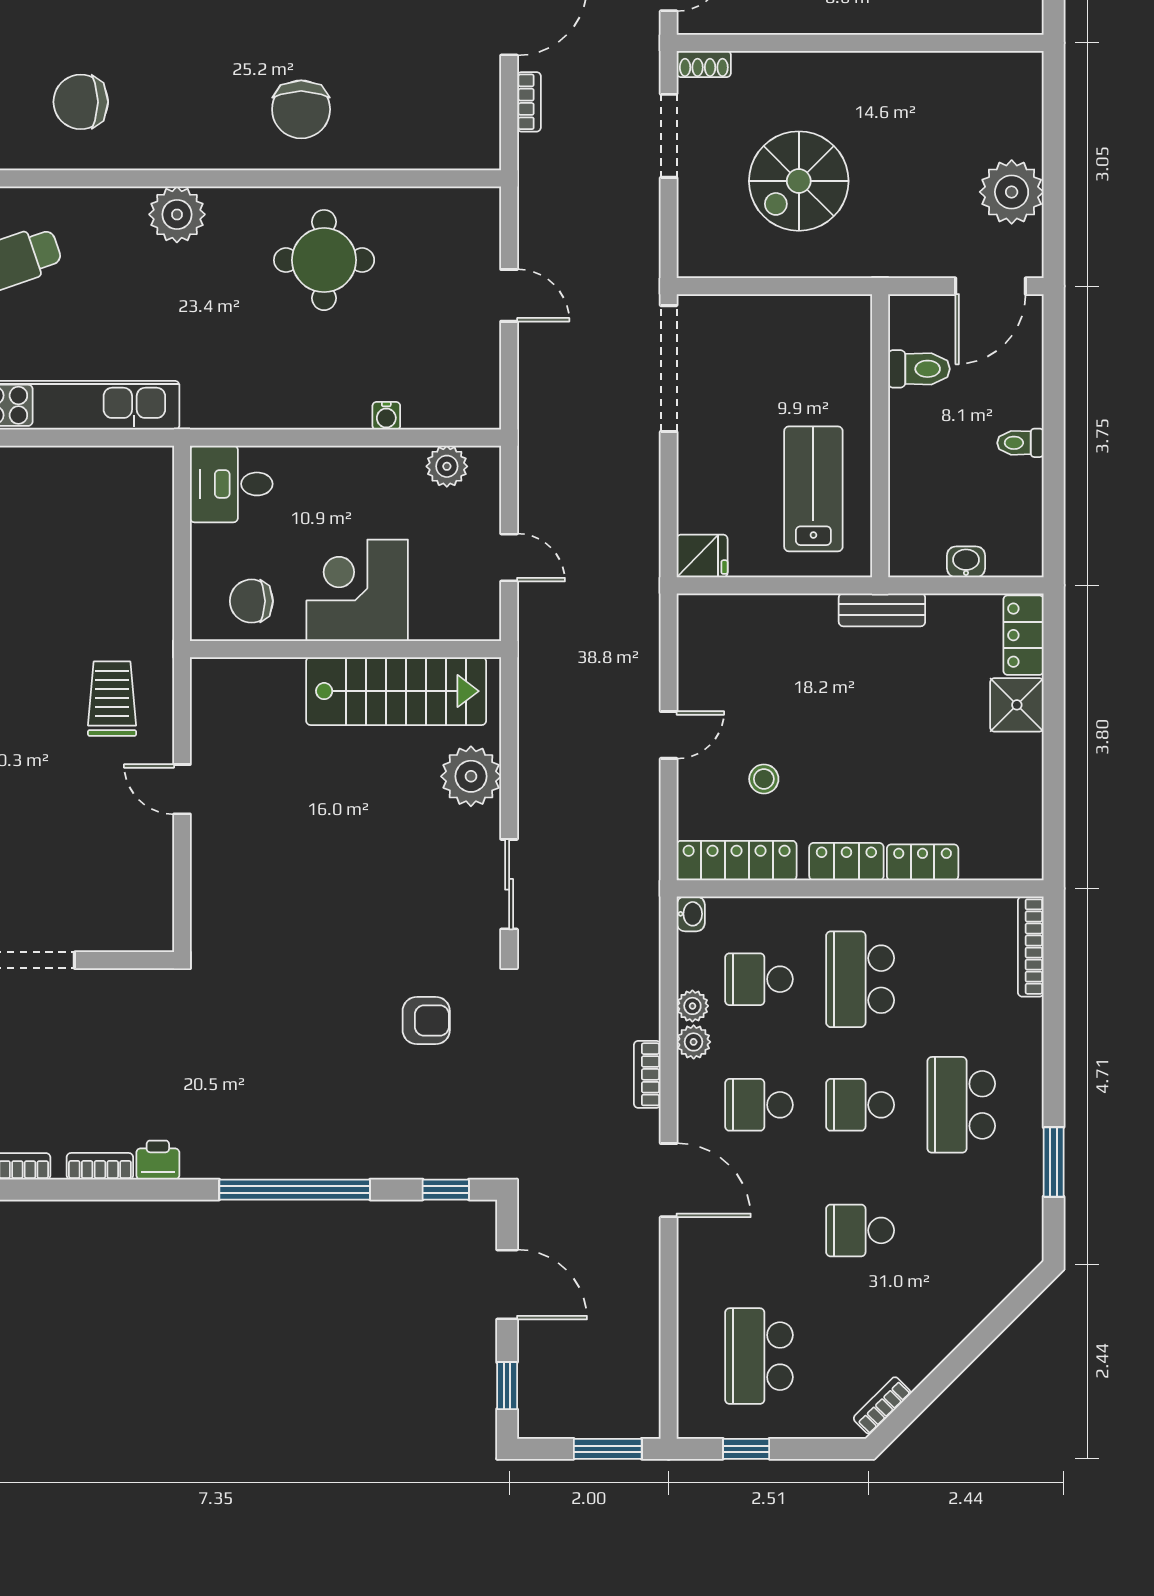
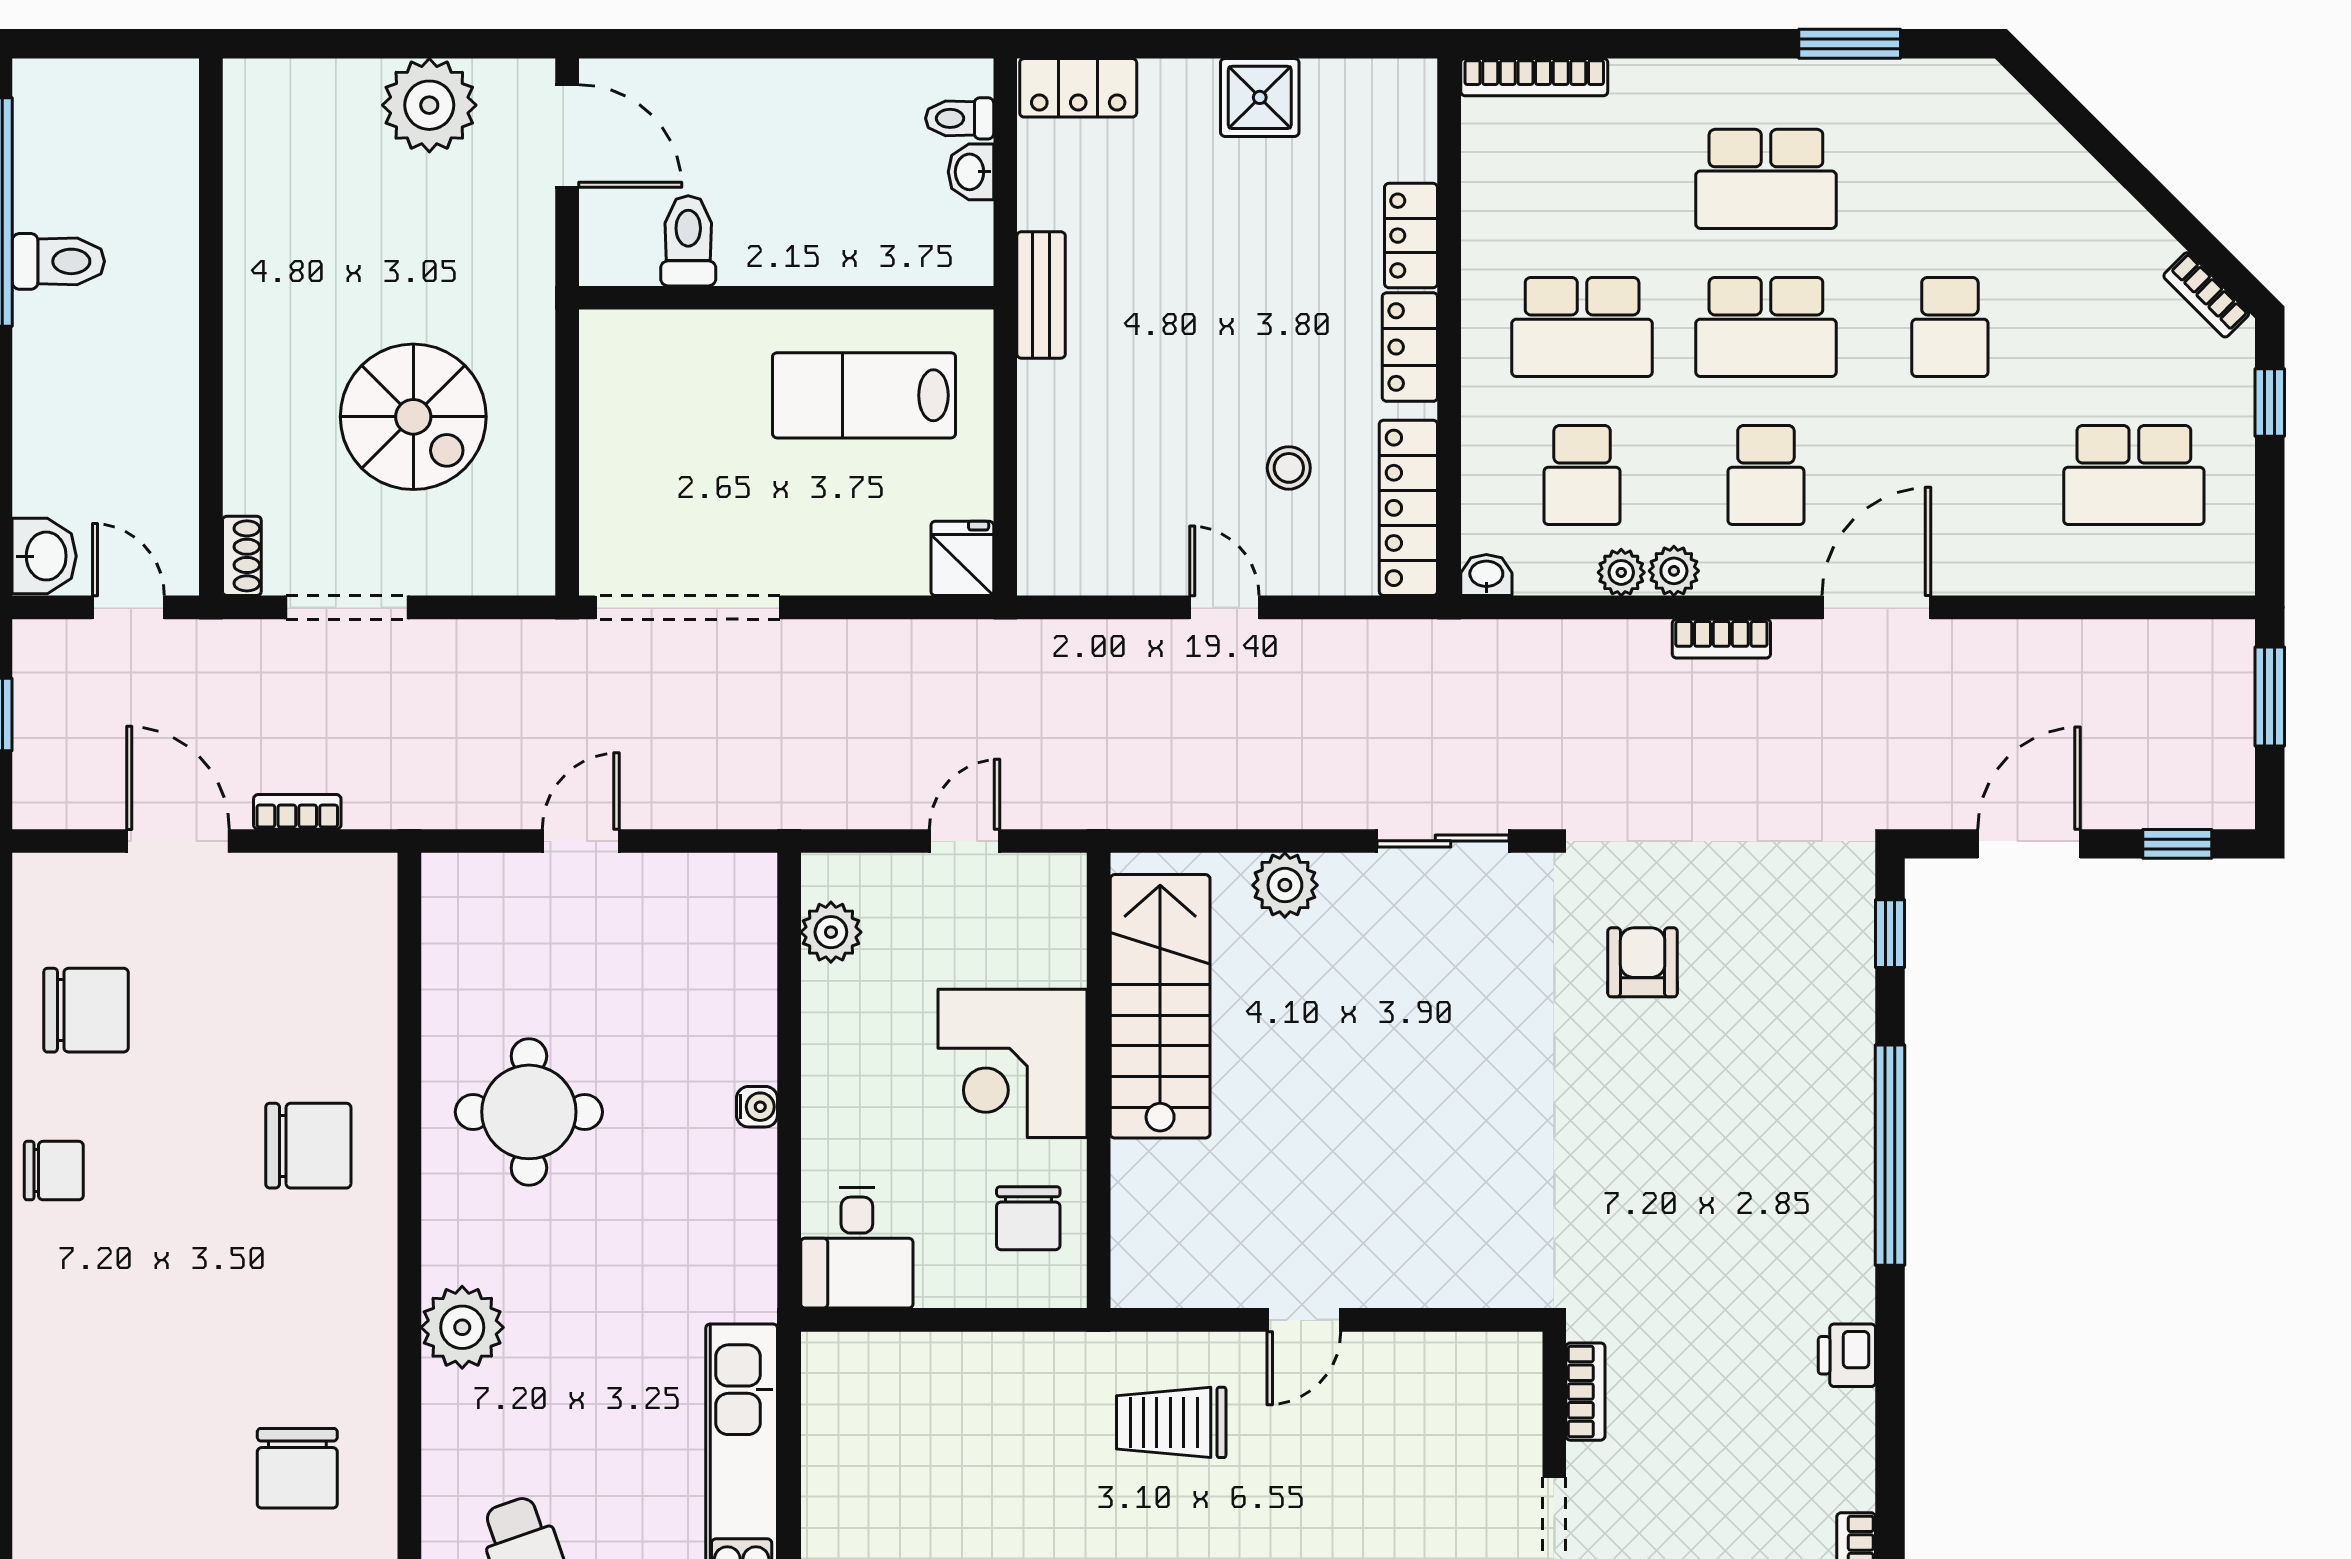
water cooler: (386, 416) -> (757, 1107), moved
toilet: (1020, 443) -> (960, 118), moved, turned 90
shower: (1017, 705) -> (1260, 97), moved
plant: (471, 776) -> (1285, 885), width x0.73, depth x0.73
school desk: (860, 1105) -> (1766, 327), width x1.85
bookcase: (100, 1166) -> (1585, 1392), moved, turned 180
window: (746, 1449) -> (2270, 402), moved

